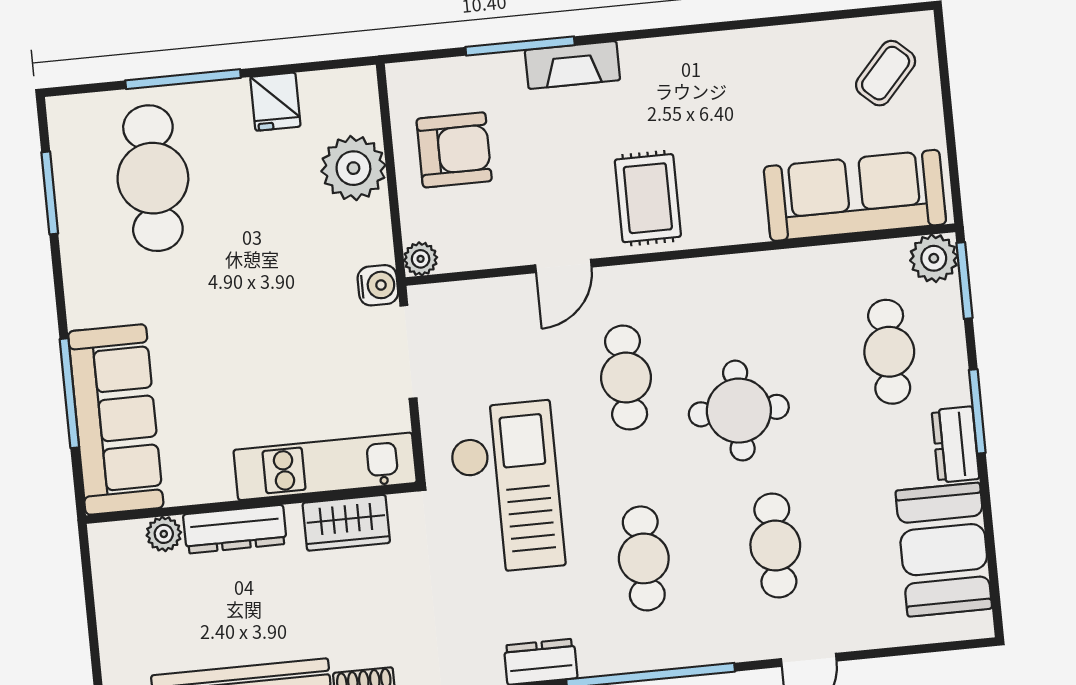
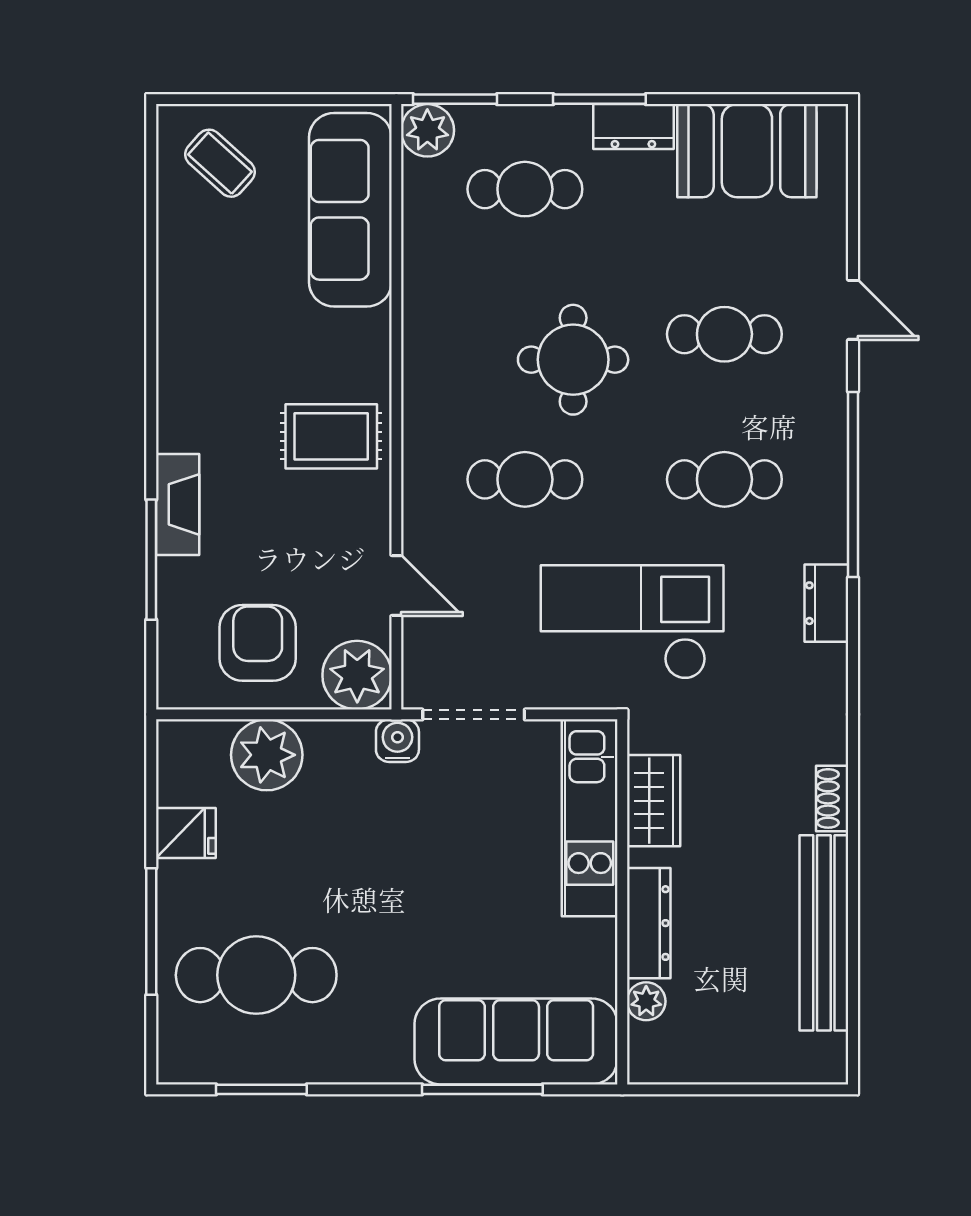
plant: (421, 259) -> (357, 675), width x1.88, depth x1.88
door: (563, 266) -> (396, 585), moved

